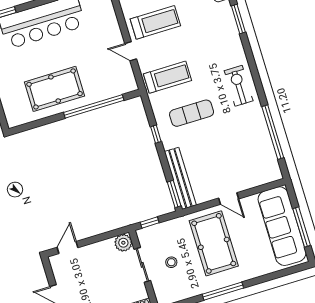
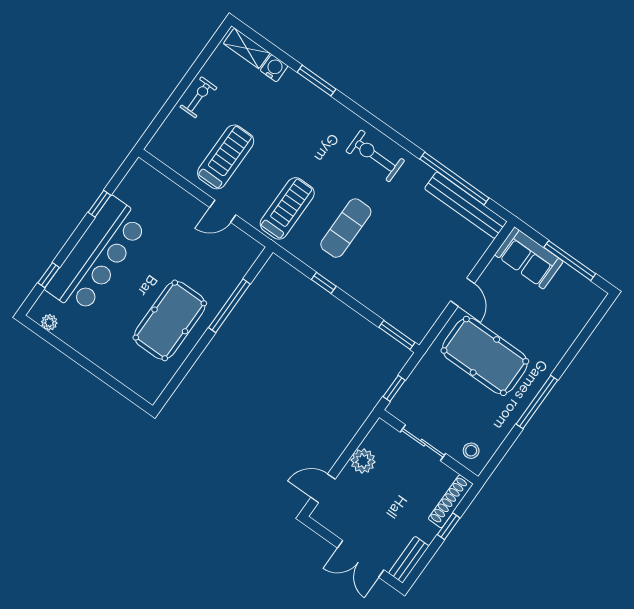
window: (94, 106) -> (229, 306), width x0.68
bench: (180, 178) -> (466, 205), moved
door: (229, 198) -> (462, 292), hinge flipped
sofa: (282, 226) -> (529, 258), width x0.54, depth x0.79
plant: (123, 243) -> (363, 461), moved
door: (68, 247) -> (323, 488), hinge flipped
stool: (171, 262) -> (471, 451), moved

